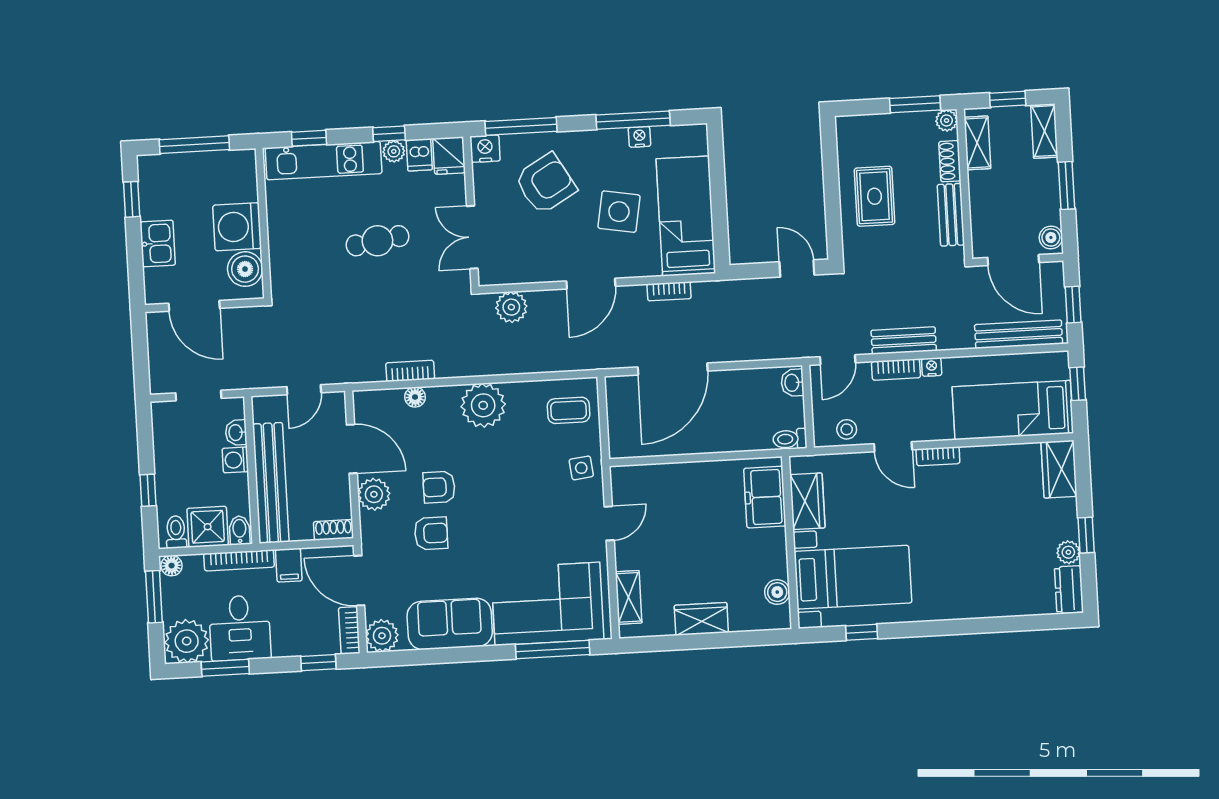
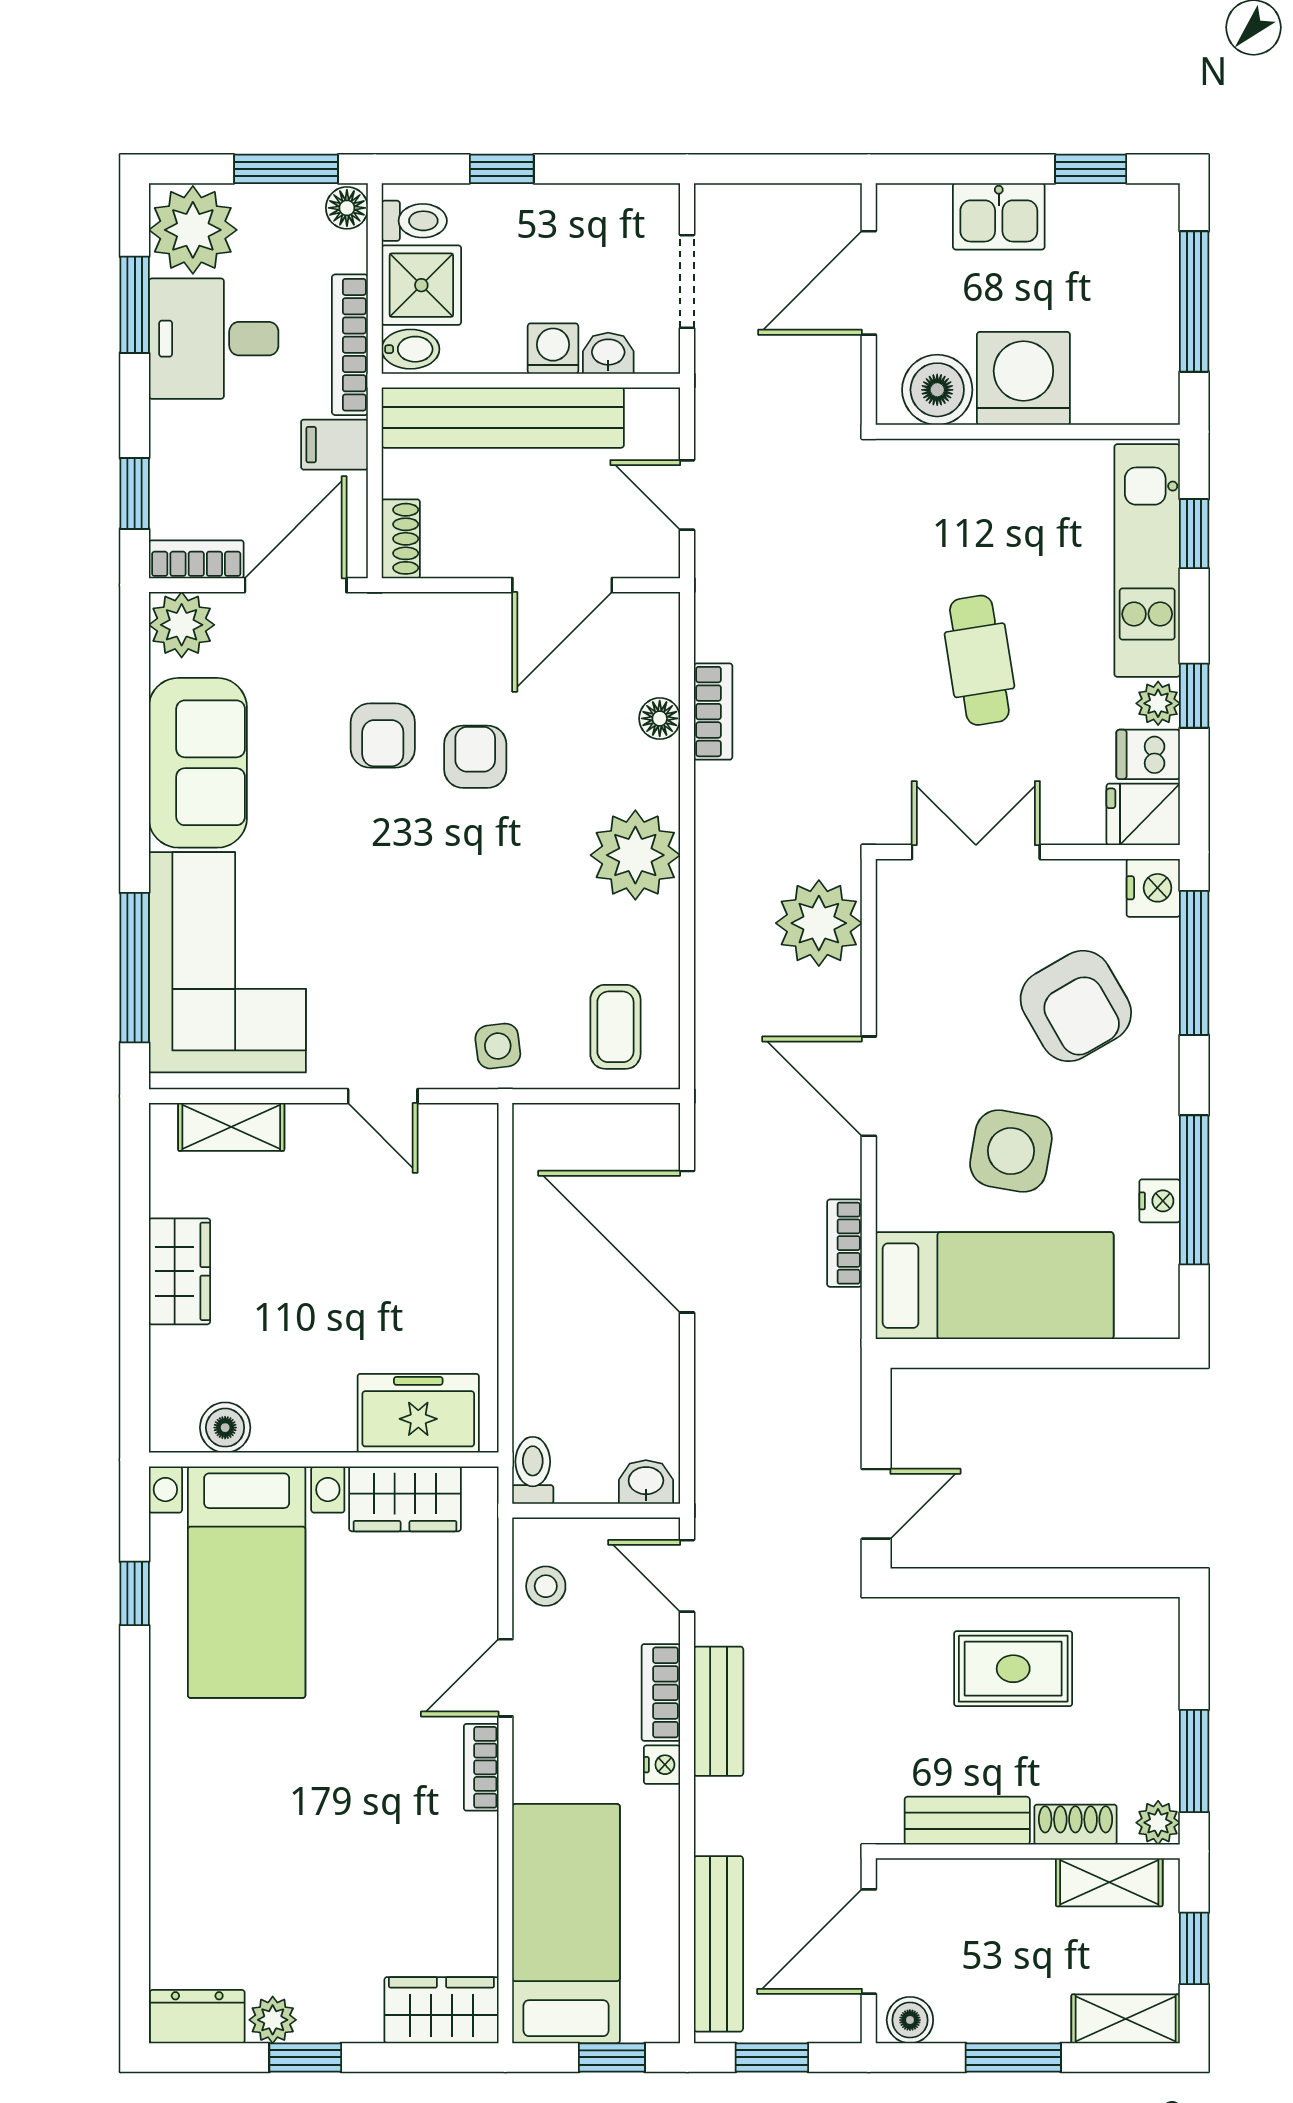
plant: (511, 307) -> (819, 923), width x1.36, depth x1.36
plant: (374, 494) -> (468, 624), removed

